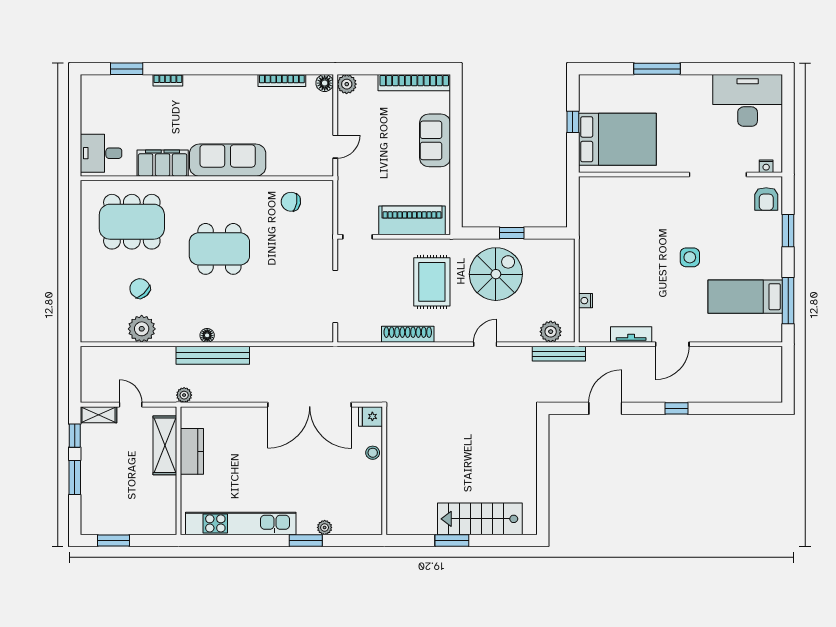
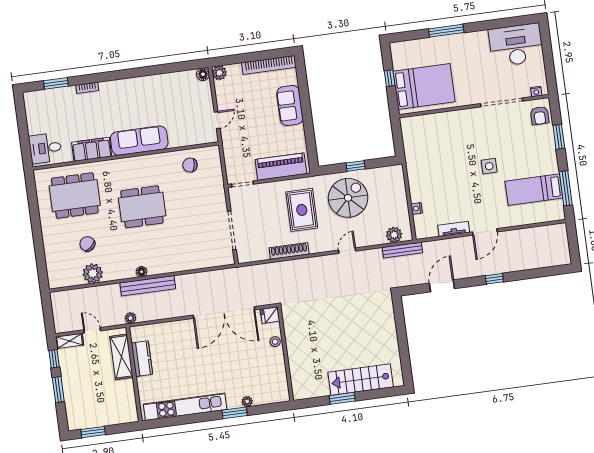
bookcase: (282, 80) -> (171, 77), removed

